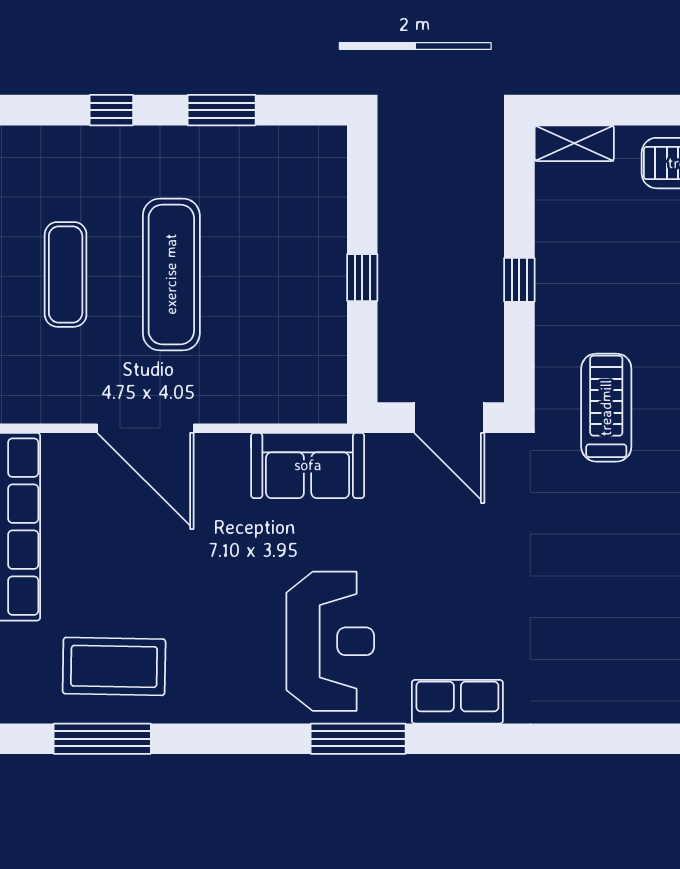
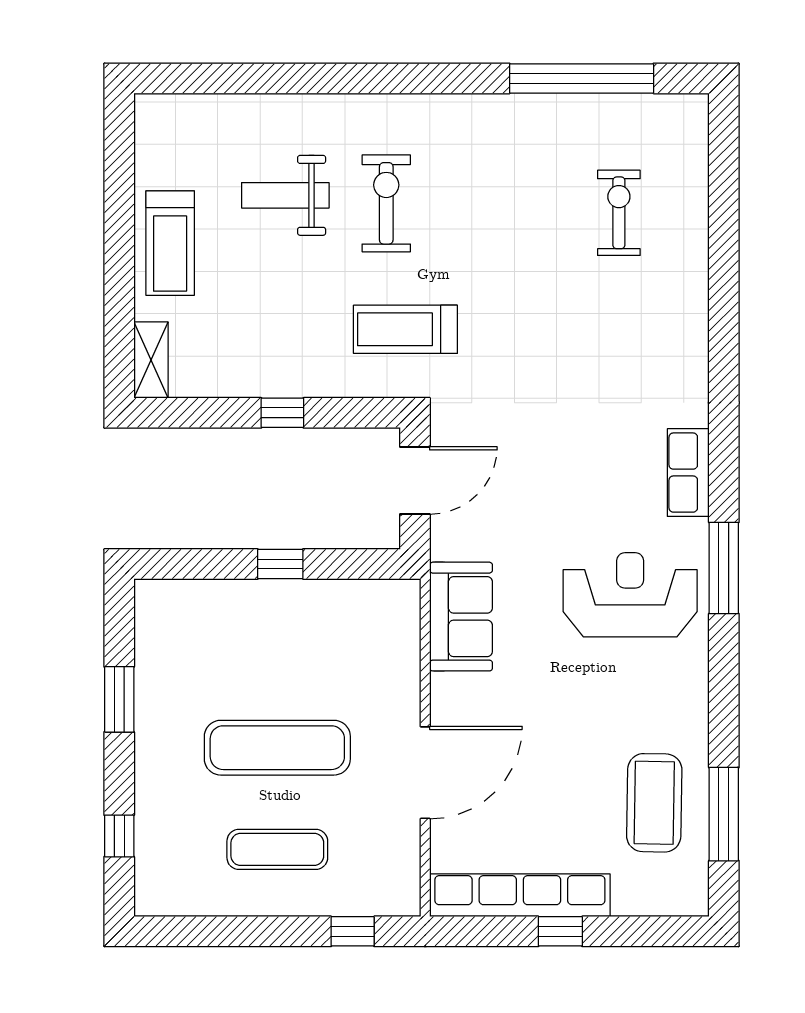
window: (111, 110) -> (119, 836), moved

